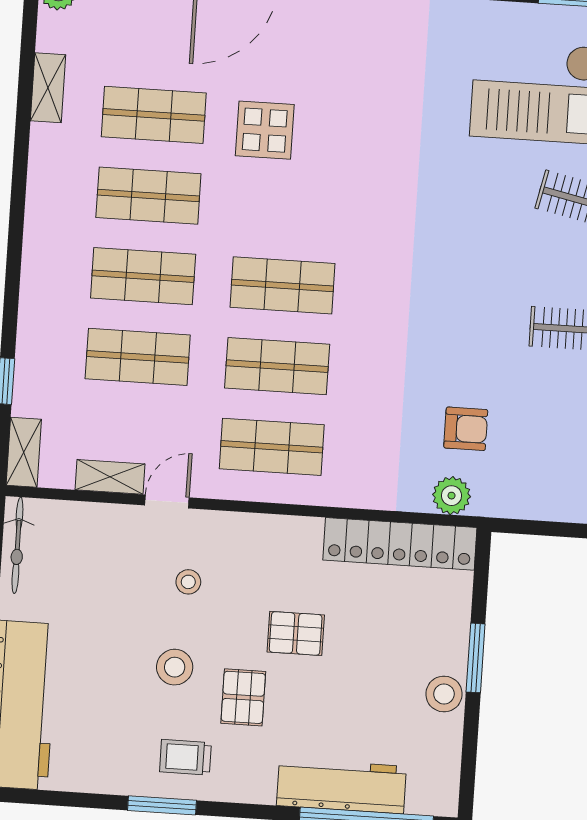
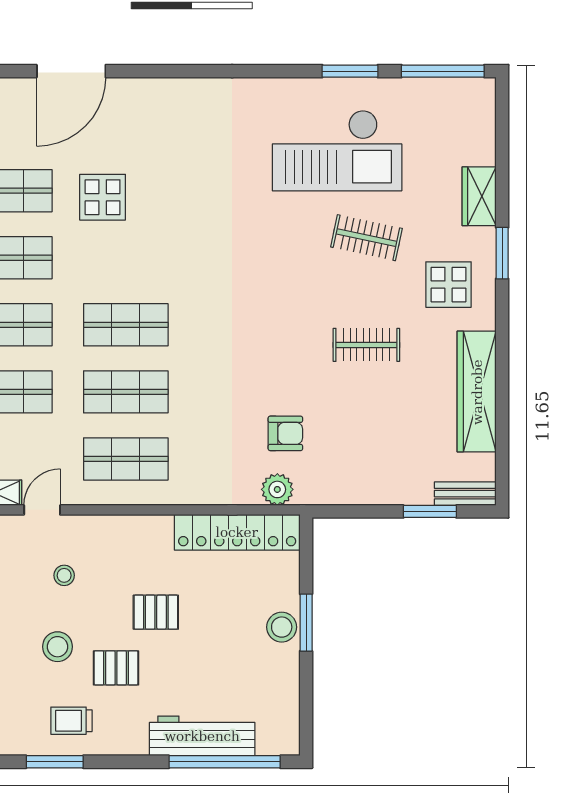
stool: (444, 694) -> (282, 627), moved
pallet: (243, 697) -> (116, 668), turned 90

